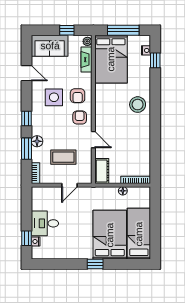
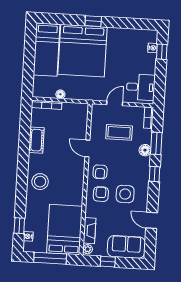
cot: (102, 171) -> (36, 140), moved
desk: (45, 223) -> (141, 87), moved
bed: (110, 235) -> (82, 51), width x1.36

